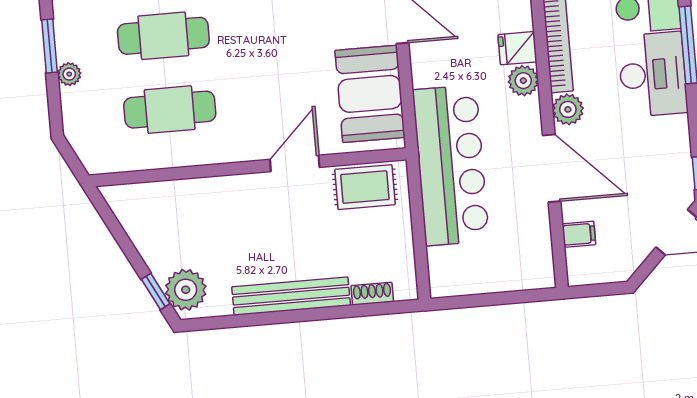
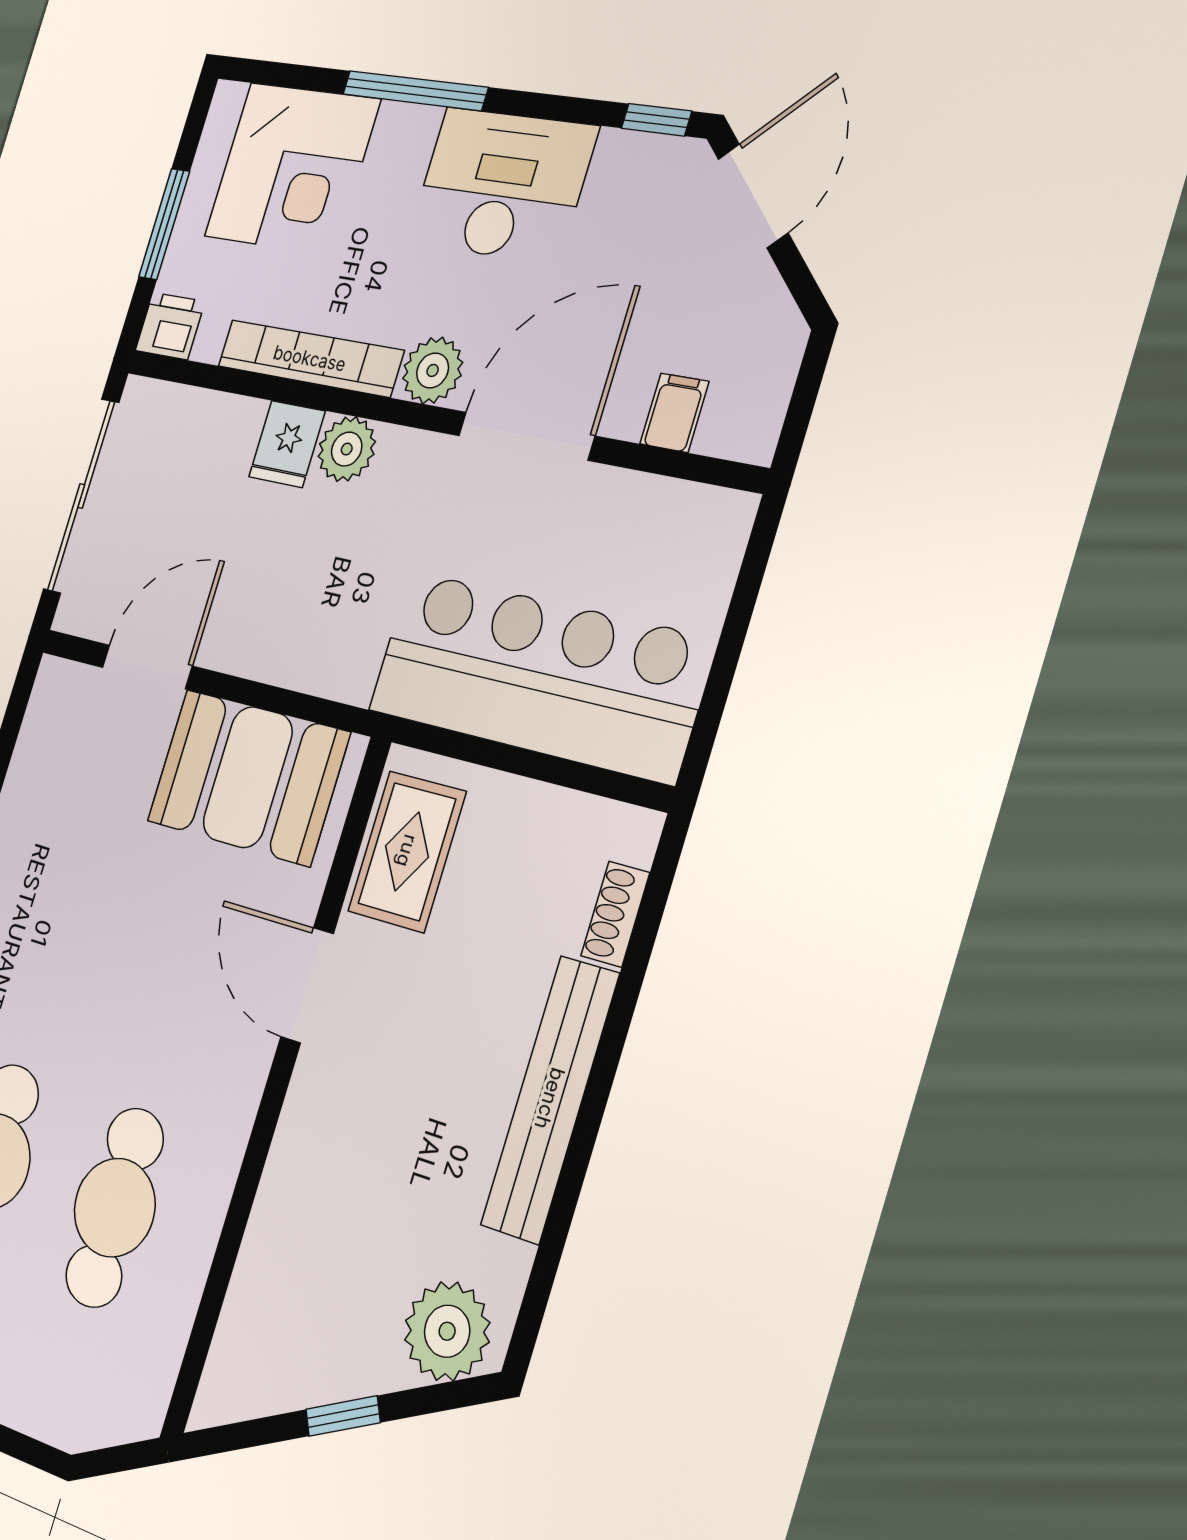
desk: (653, 74) -> (502, 185), moved
bar counter: (451, 165) -> (539, 675), moved
window: (156, 291) -> (343, 1416), moved

